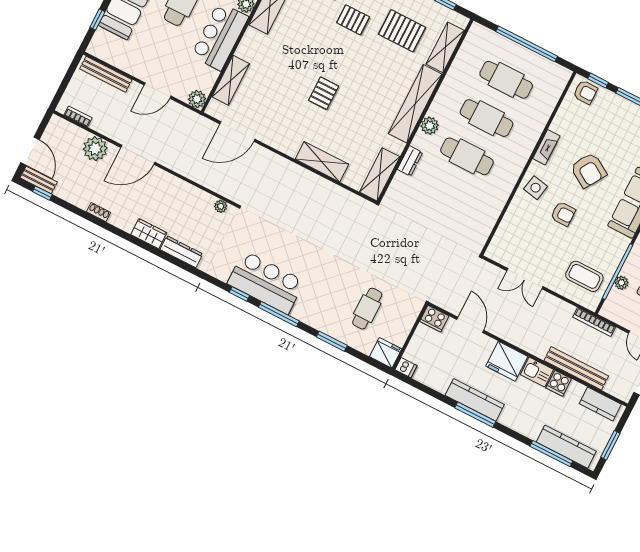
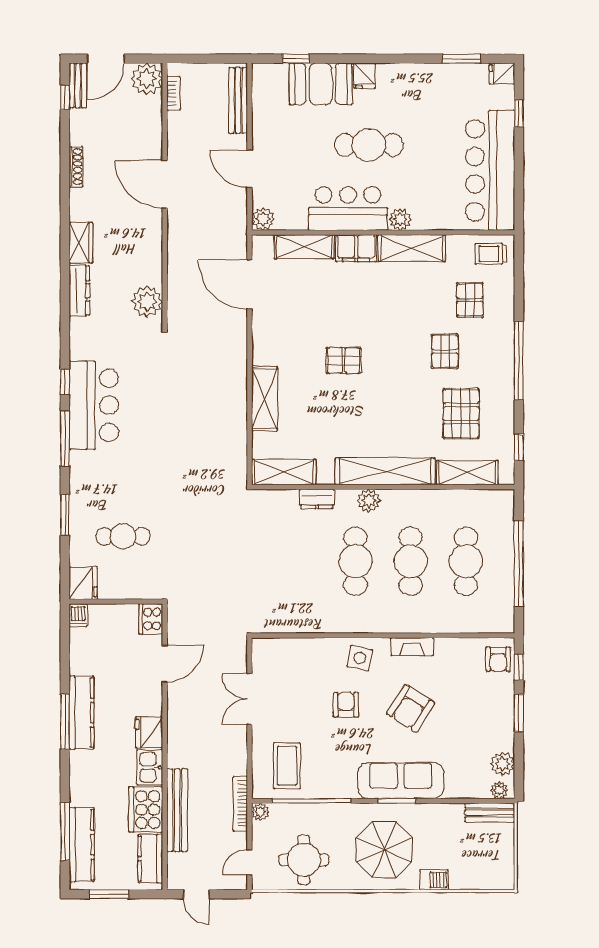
filing cabinet: (250, 45) -> (356, 248), added
plant: (95, 149) -> (147, 79), moved
plant: (221, 206) -> (147, 302), width x1.88, depth x1.88
shoe rack: (99, 212) -> (76, 167), width x1.43
armchair: (563, 214) -> (346, 705), turned 180
plant: (621, 283) -> (260, 812), moved
fridge: (507, 361) -> (149, 732), width x0.73, depth x0.75
cooker: (559, 383) -> (146, 810), width x1.87, depth x1.31

